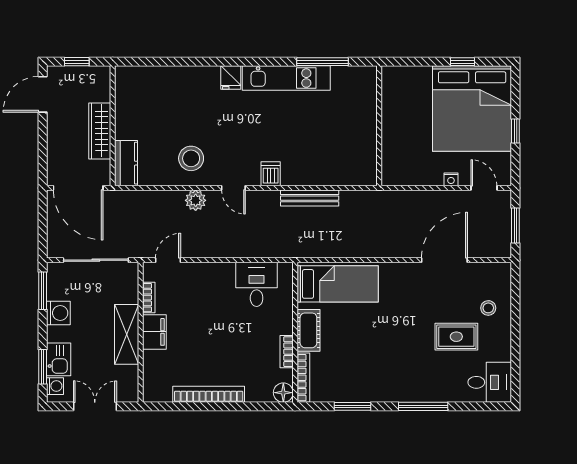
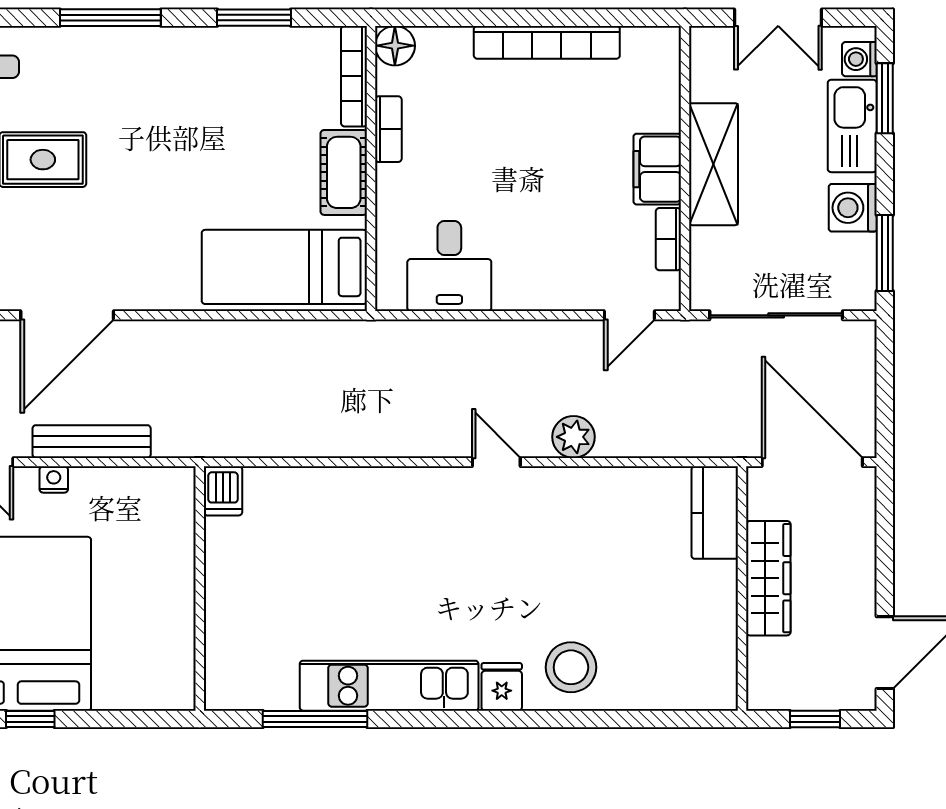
stool: (191, 158) -> (571, 667), moved
dishwasher: (271, 174) -> (223, 491), moved
bench: (310, 198) -> (92, 442), moved
kitchen sink: (59, 359) -> (852, 126), width x1.38

